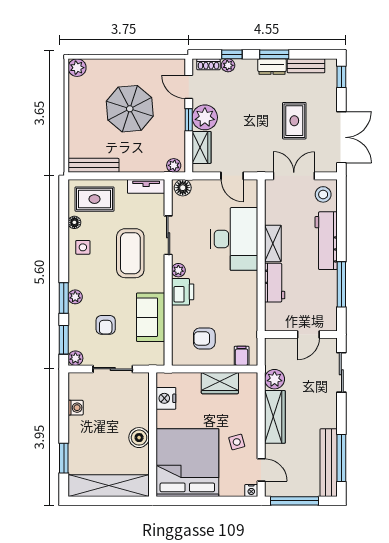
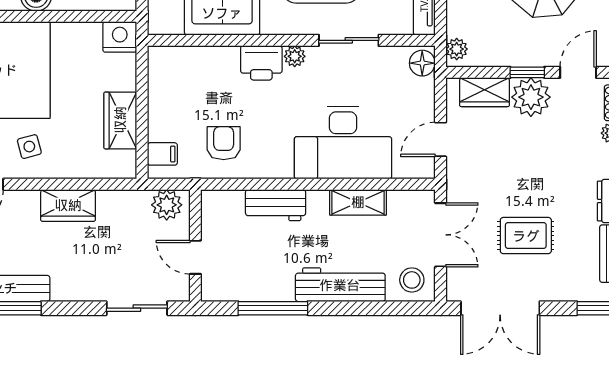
shelving: (273, 243) -> (358, 202), moved
armchair: (204, 338) -> (224, 143), moved
plant: (275, 379) -> (167, 205), moved
nightstand: (166, 398) -> (120, 37), moved
wardrobe: (275, 417) -> (68, 205), width x0.67

